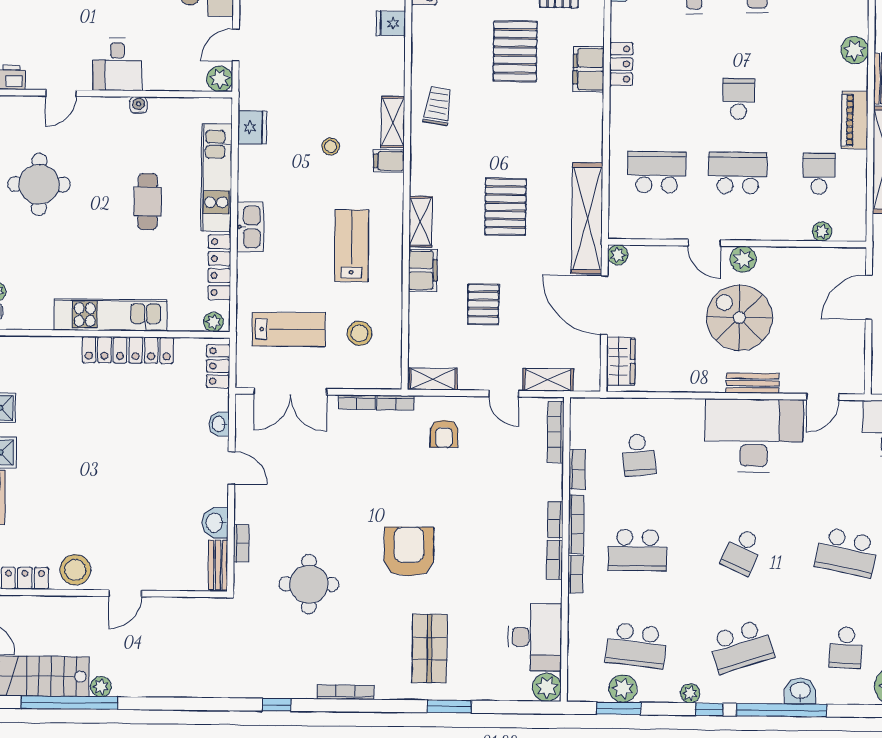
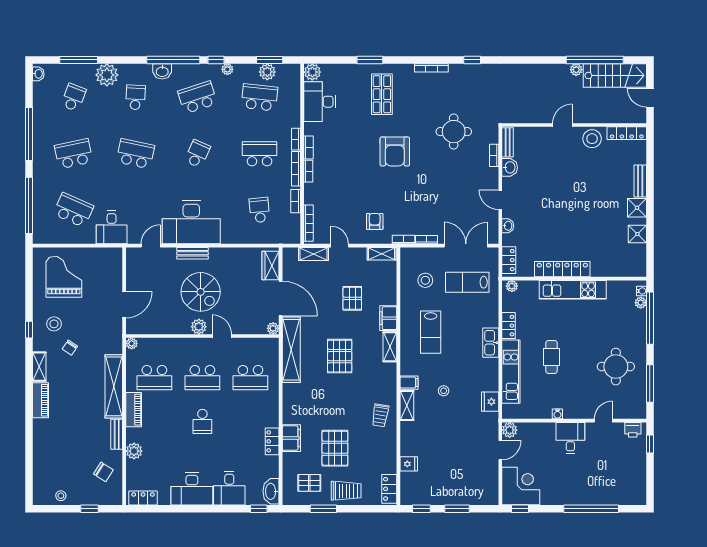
school desk: (819, 174) -> (154, 378), width x1.85
plant: (822, 231) -> (132, 343), moved
locker: (219, 267) -> (509, 326), width x0.66

